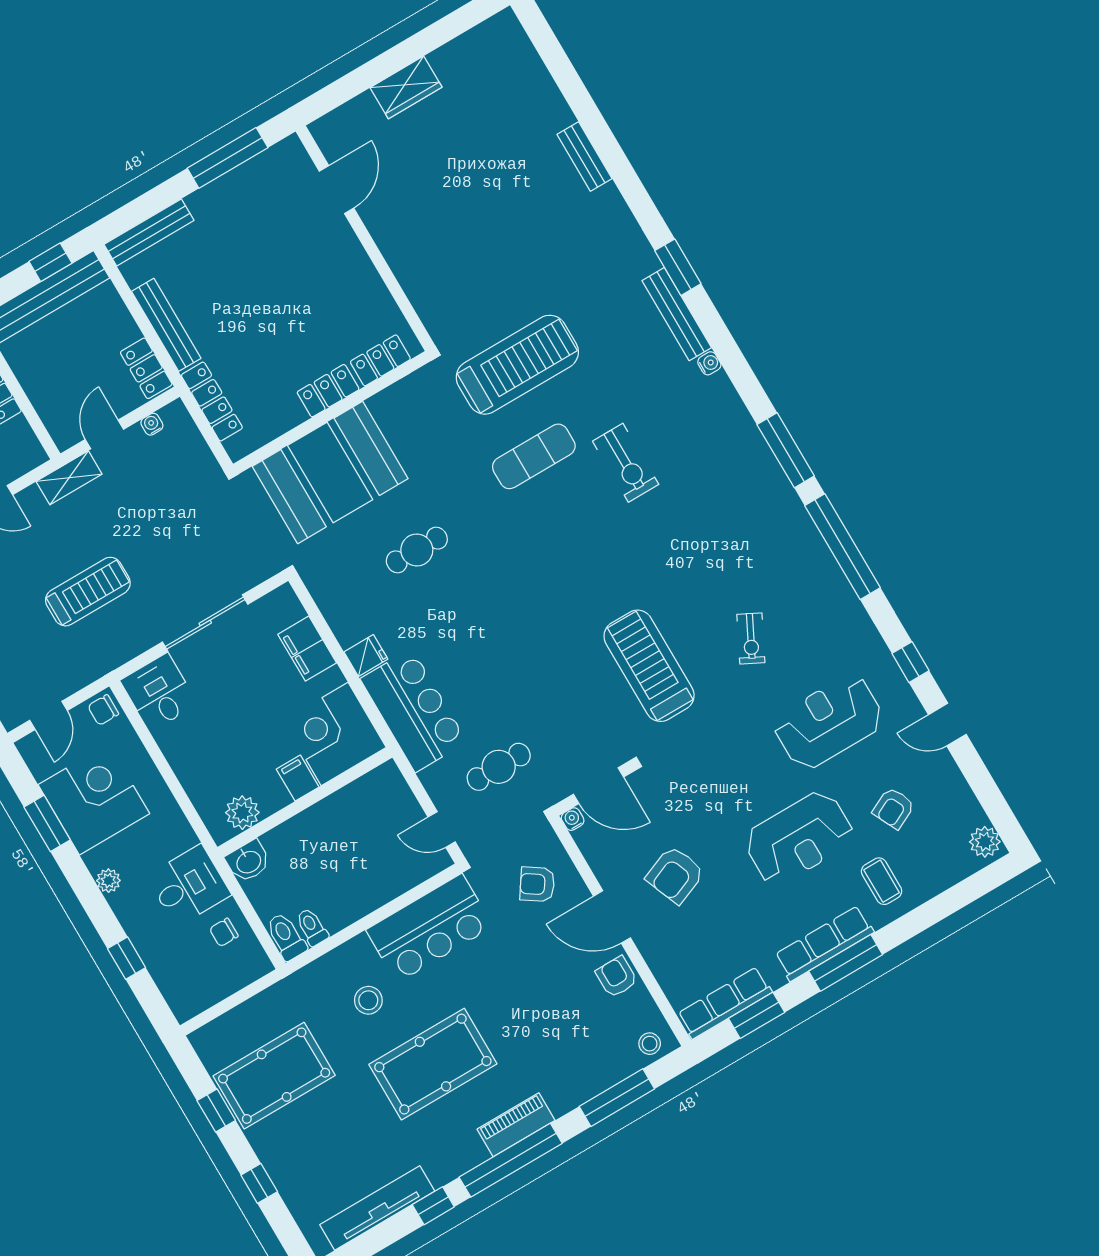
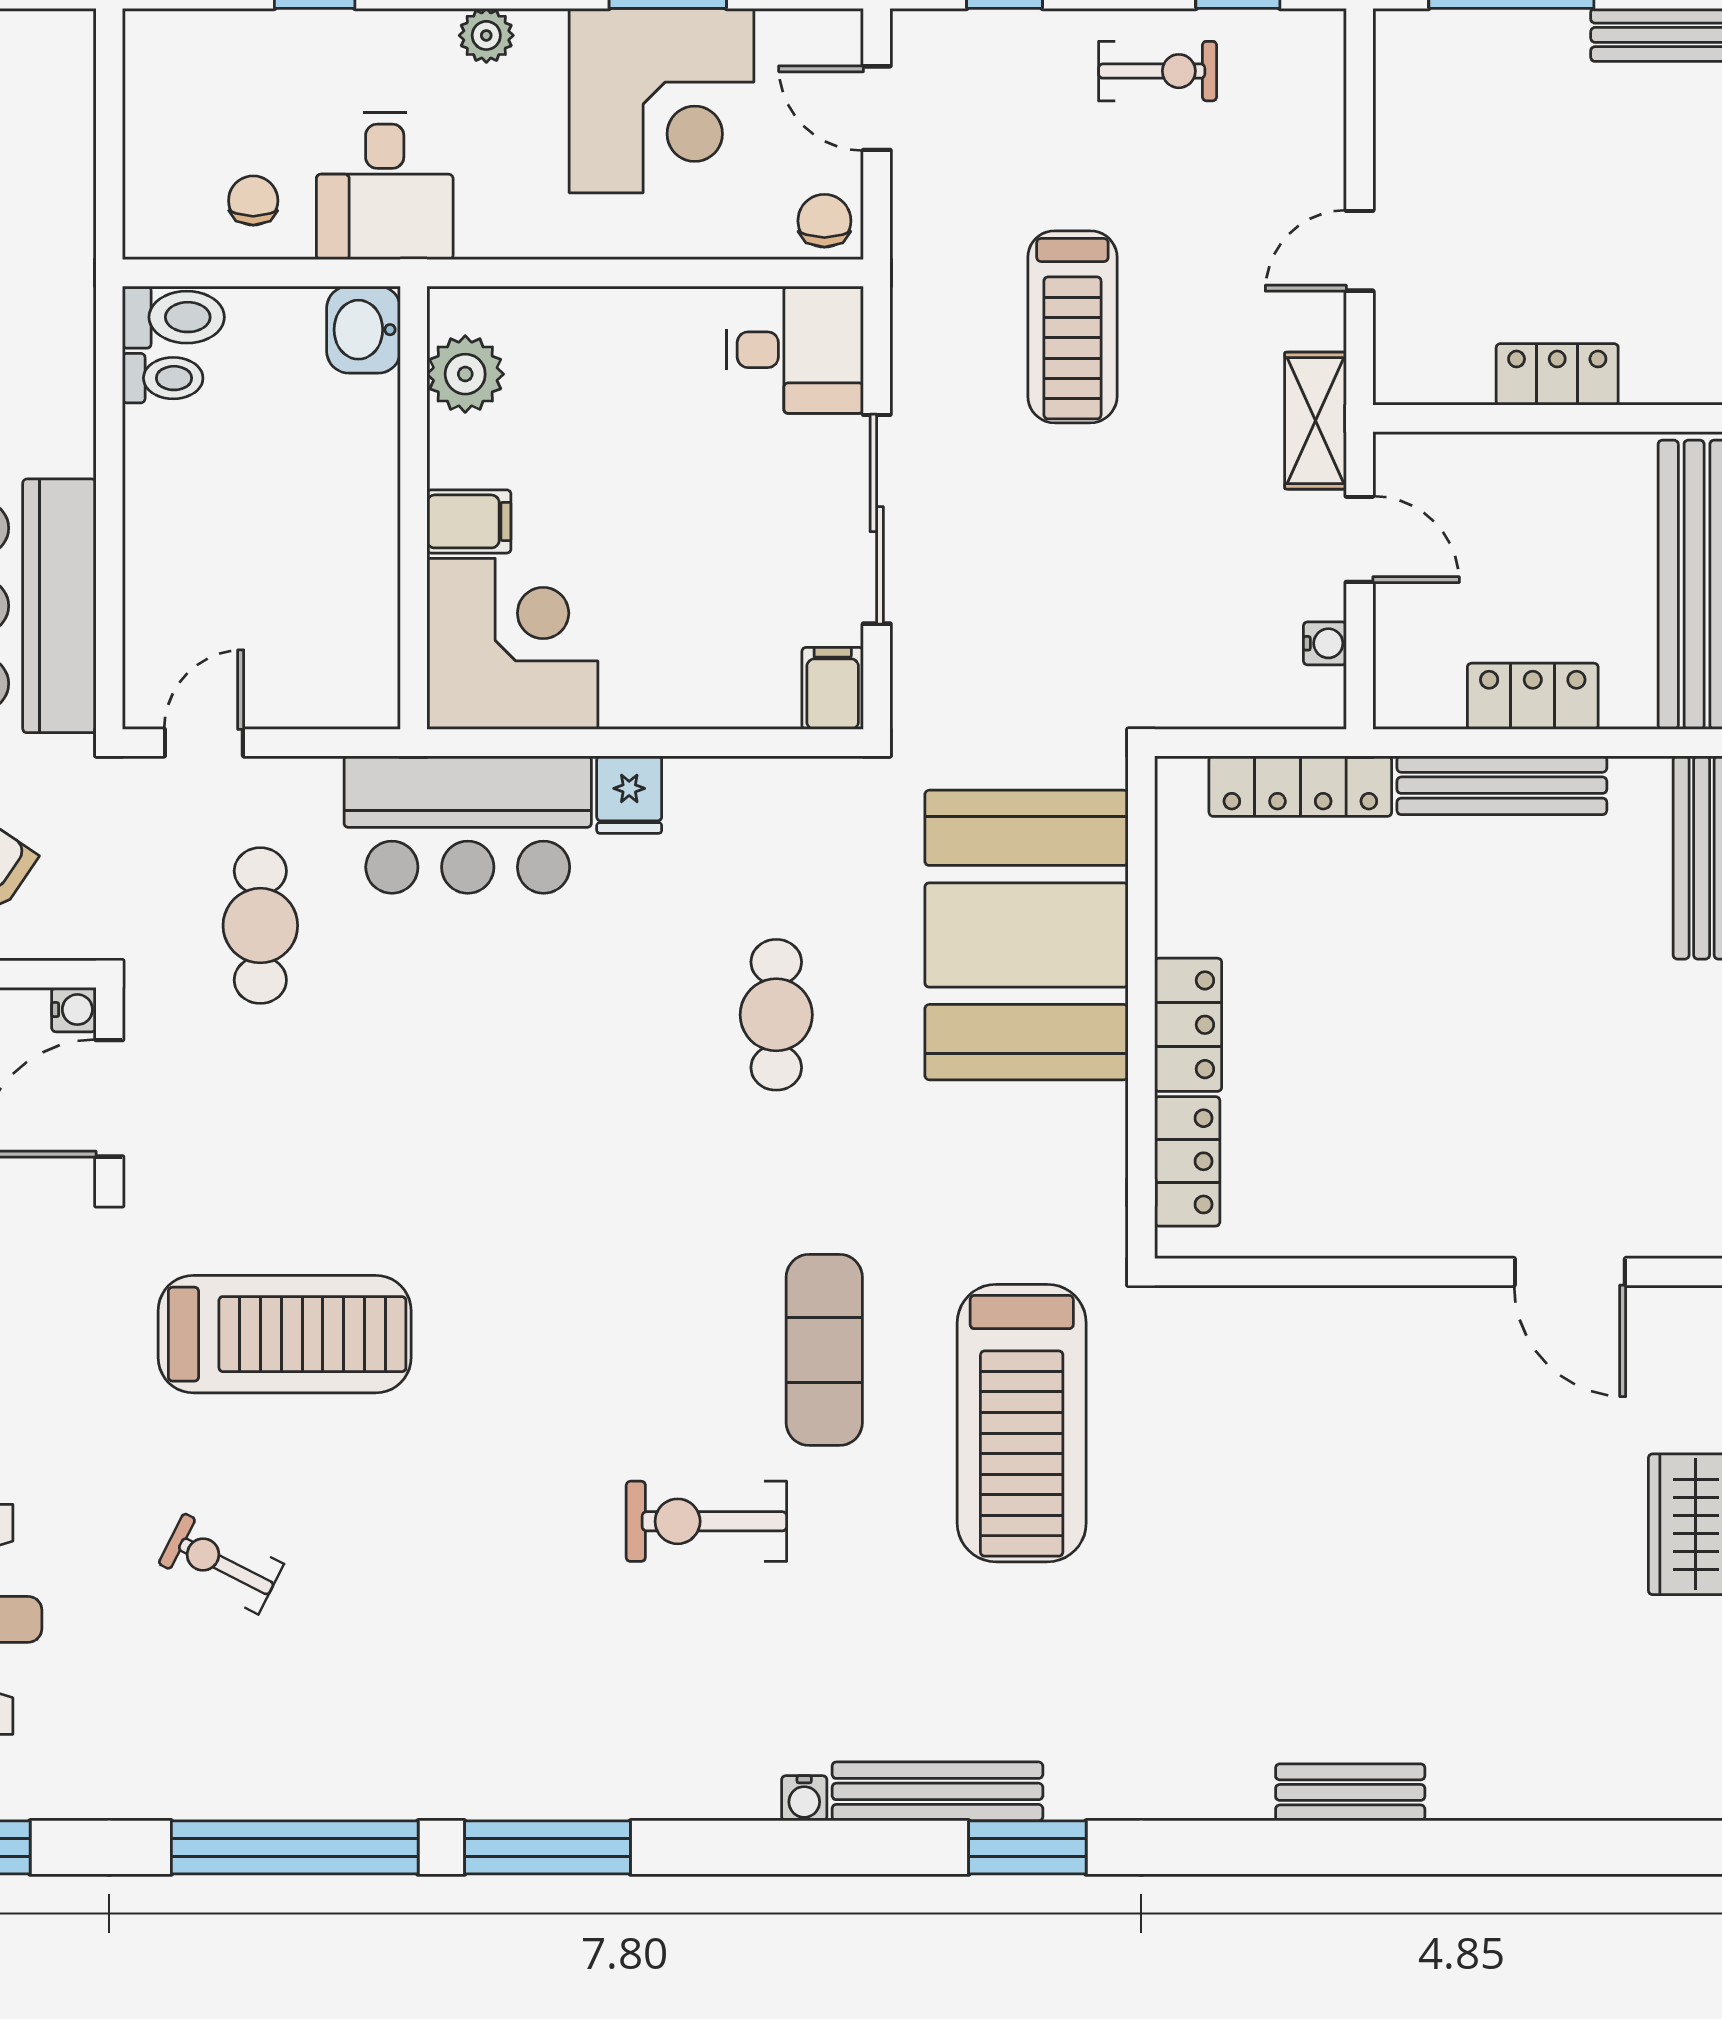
locker: (146, 368) -> (1533, 696), moved
filing cabinet: (307, 649) -> (833, 688), moved, width x0.50

